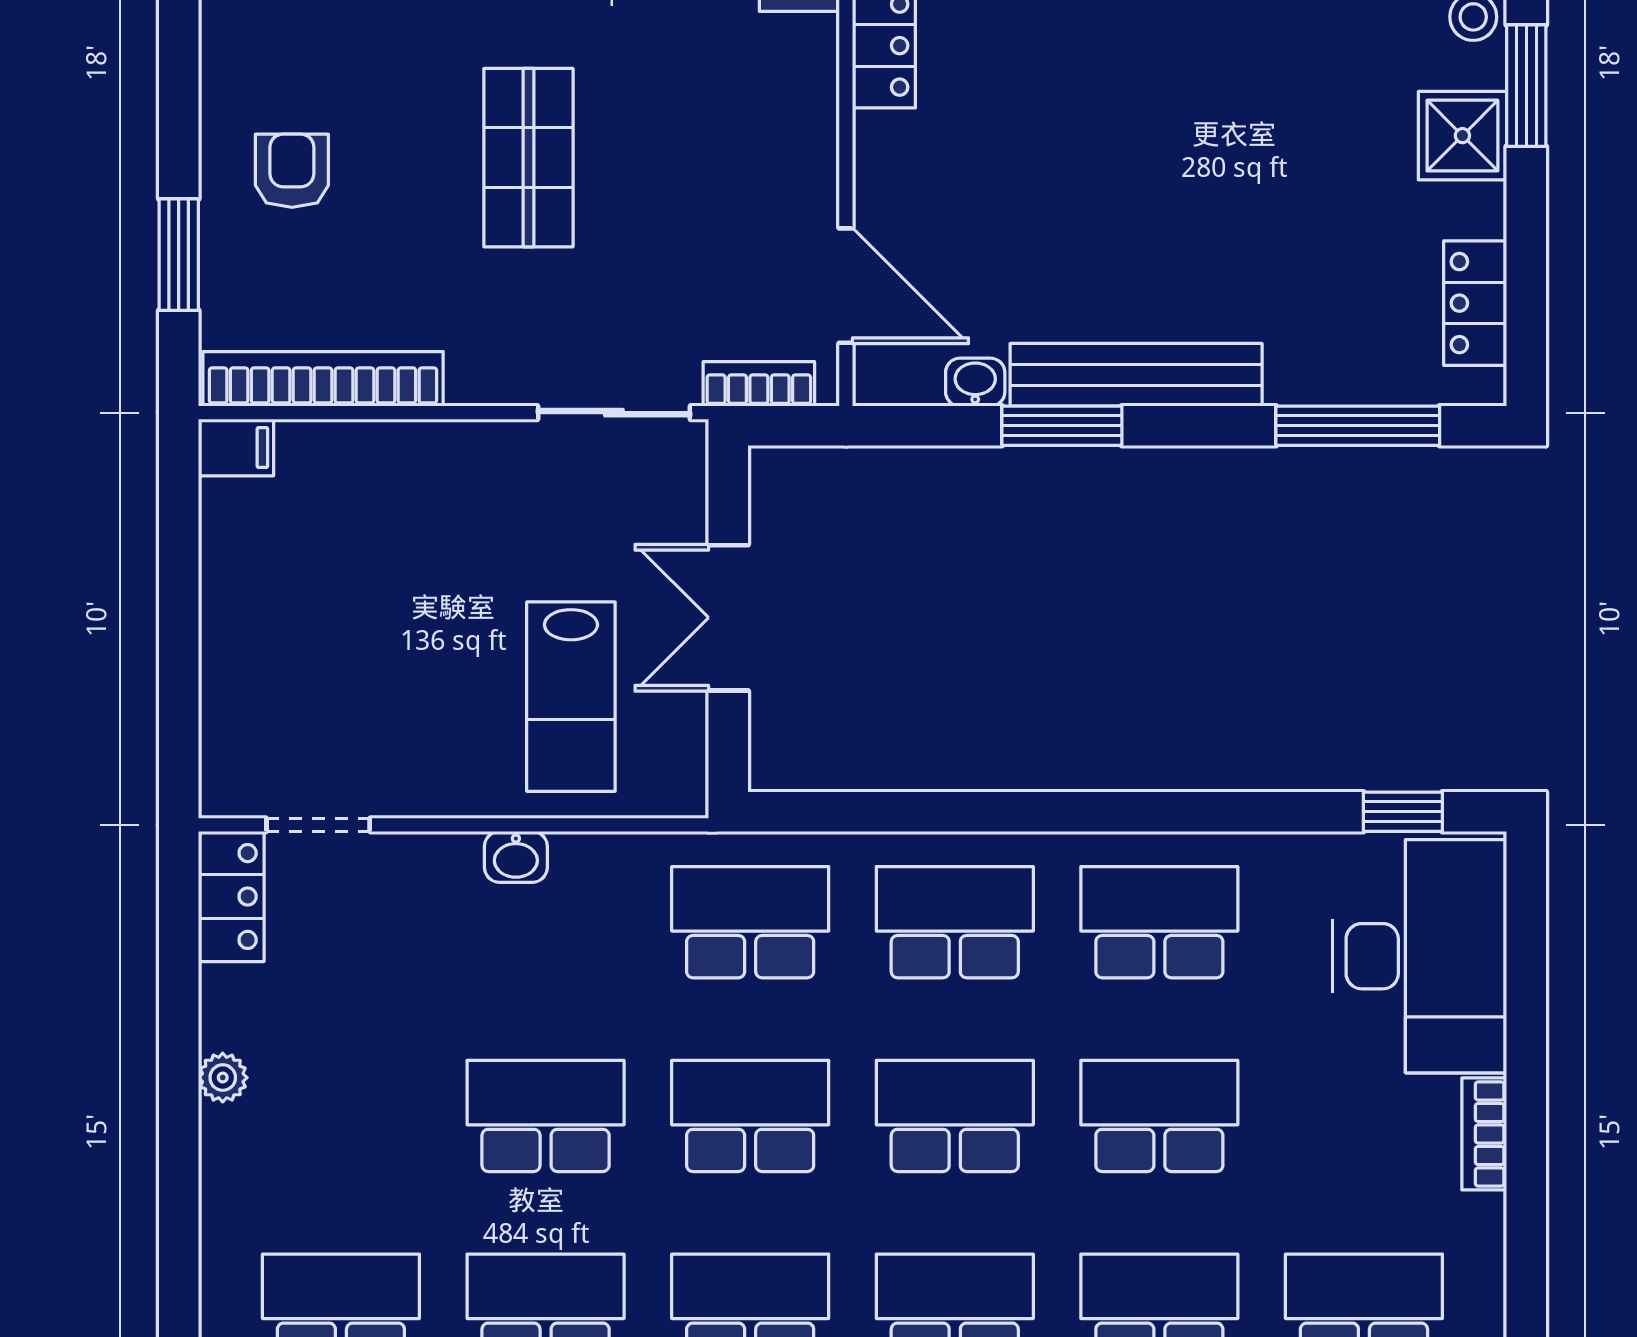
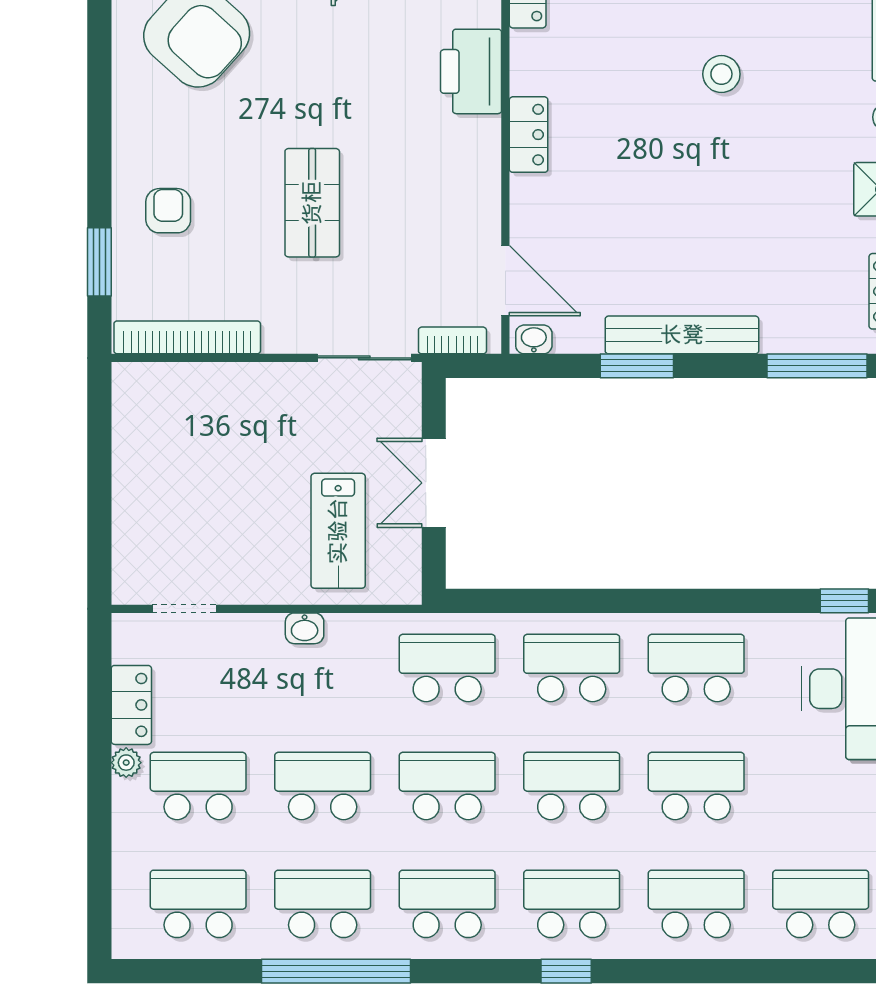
washbasin: (975, 382) -> (534, 339), moved
filing cabinet: (236, 448) -> (134, 379), removed
locker: (231, 896) -> (131, 705), moved
school desk: (341, 1116) -> (198, 786), added

